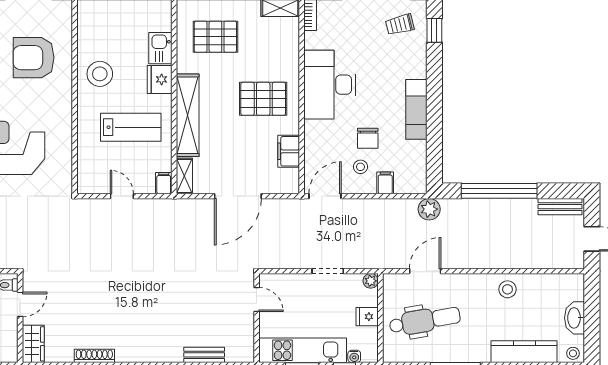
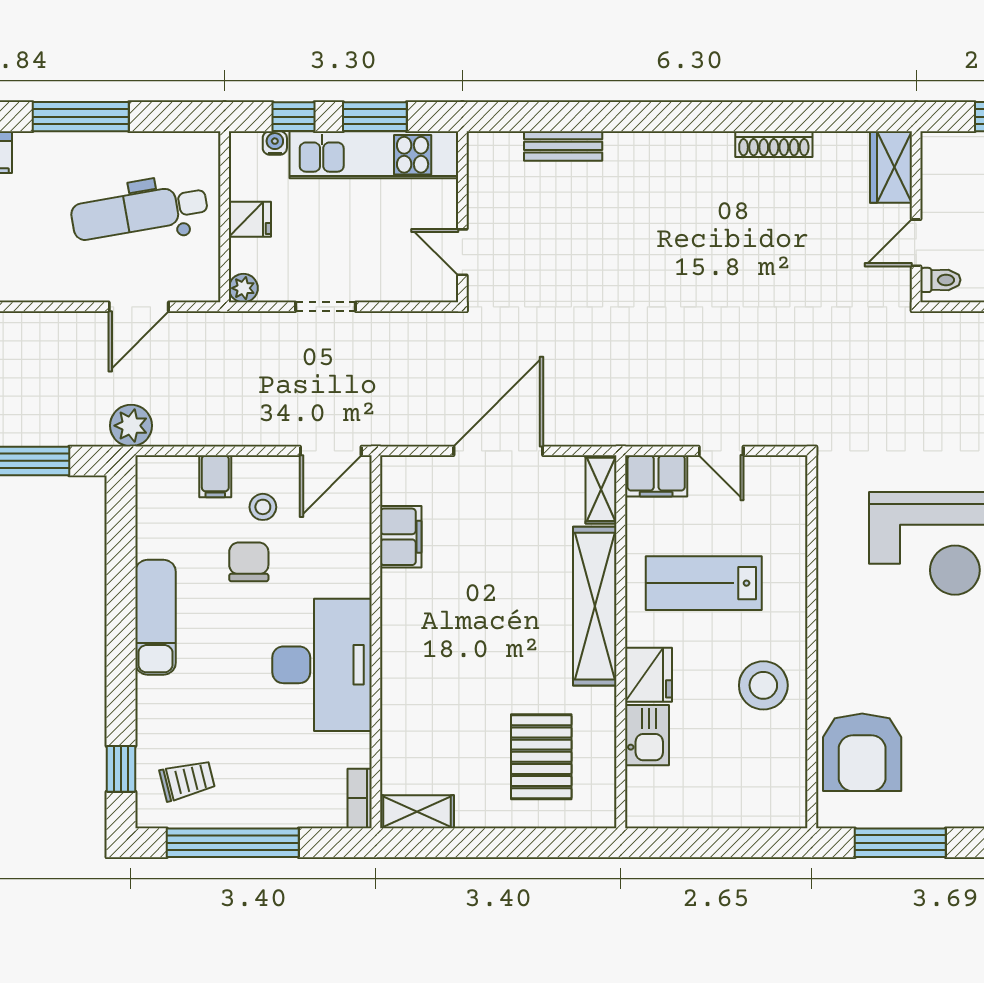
pallet: (215, 37) -> (541, 757), turned 90
armchair: (34, 58) -> (862, 752), moved, turned 90
pallet: (263, 99) -> (450, 638), removed
filing cabinet: (164, 183) -> (656, 476), width x2.00

